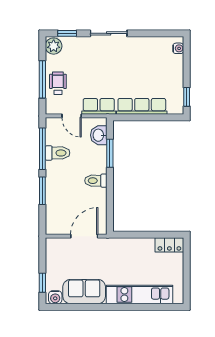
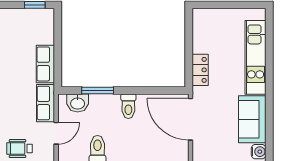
row of seats: (142, 106) -> (45, 64), width x0.68
door: (84, 236) -> (190, 119), width x1.36
locker: (169, 245) -> (200, 70), moved

